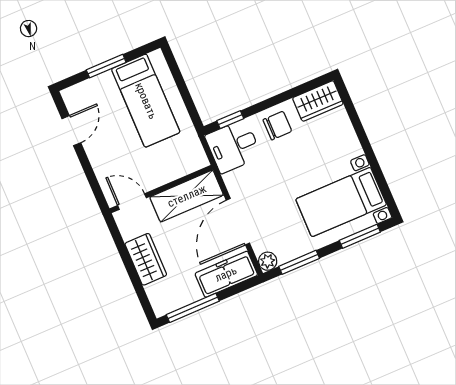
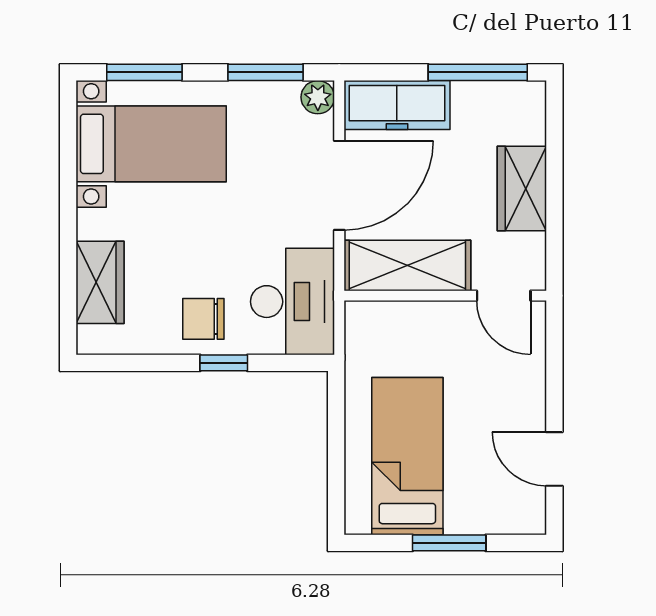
wardrobe: (318, 101) -> (100, 282), moved, turned 90
window: (230, 120) -> (224, 363), moved
door: (71, 131) -> (554, 459), hinge flipped
desk: (233, 146) -> (293, 302), width x1.37

